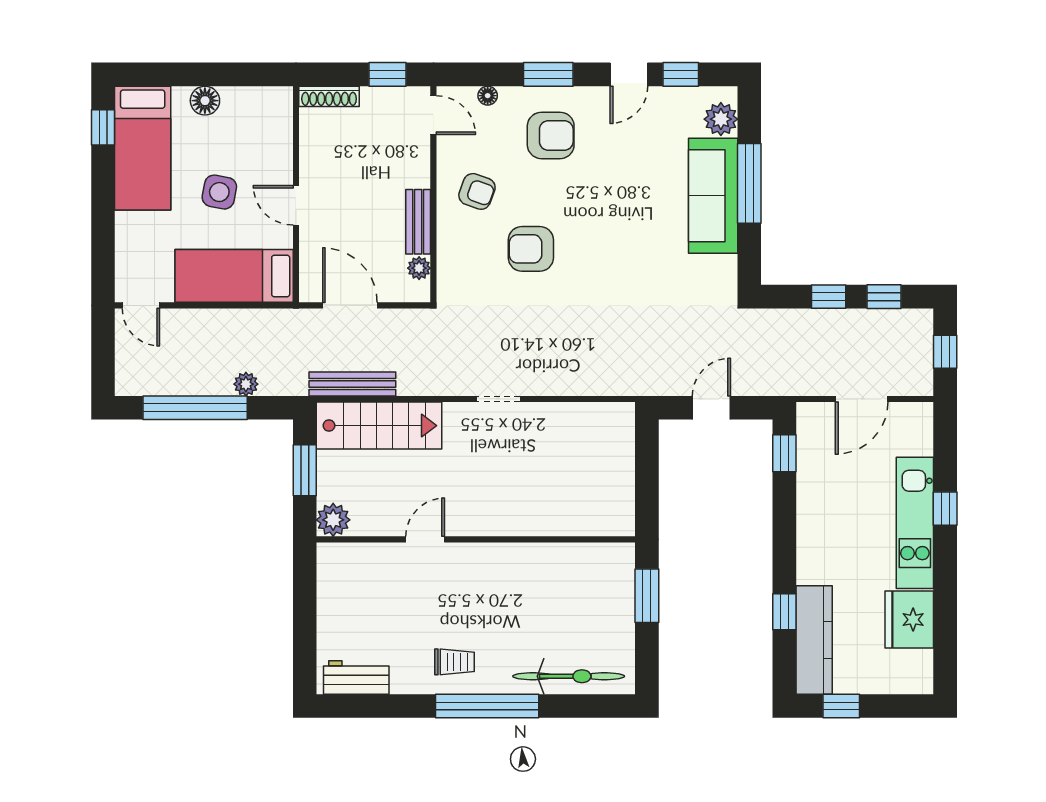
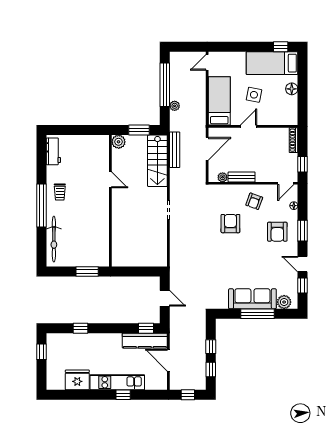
kitchen counter: (814, 640) -> (145, 341), moved

